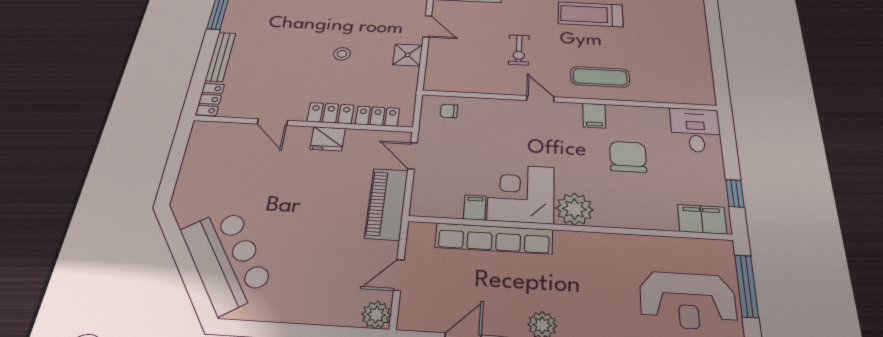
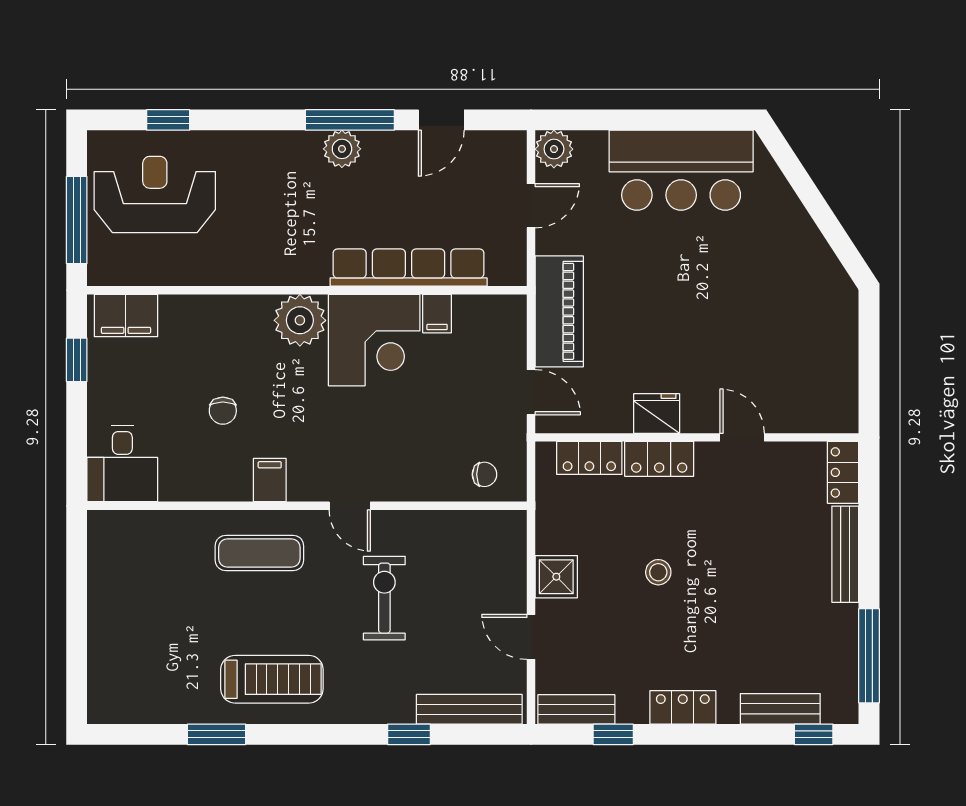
exercise bike: (519, 50) -> (384, 598), width x1.38, depth x1.39
chair: (628, 157) -> (223, 411), width x0.54, depth x0.54
bar counter: (227, 259) -> (681, 170), moved, turned -57

